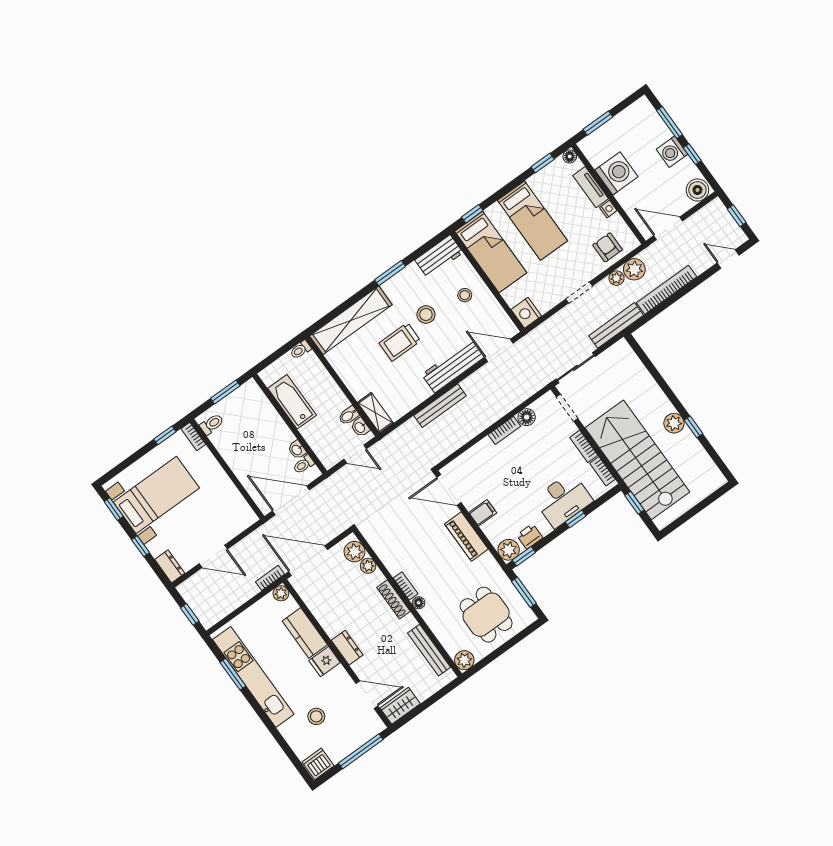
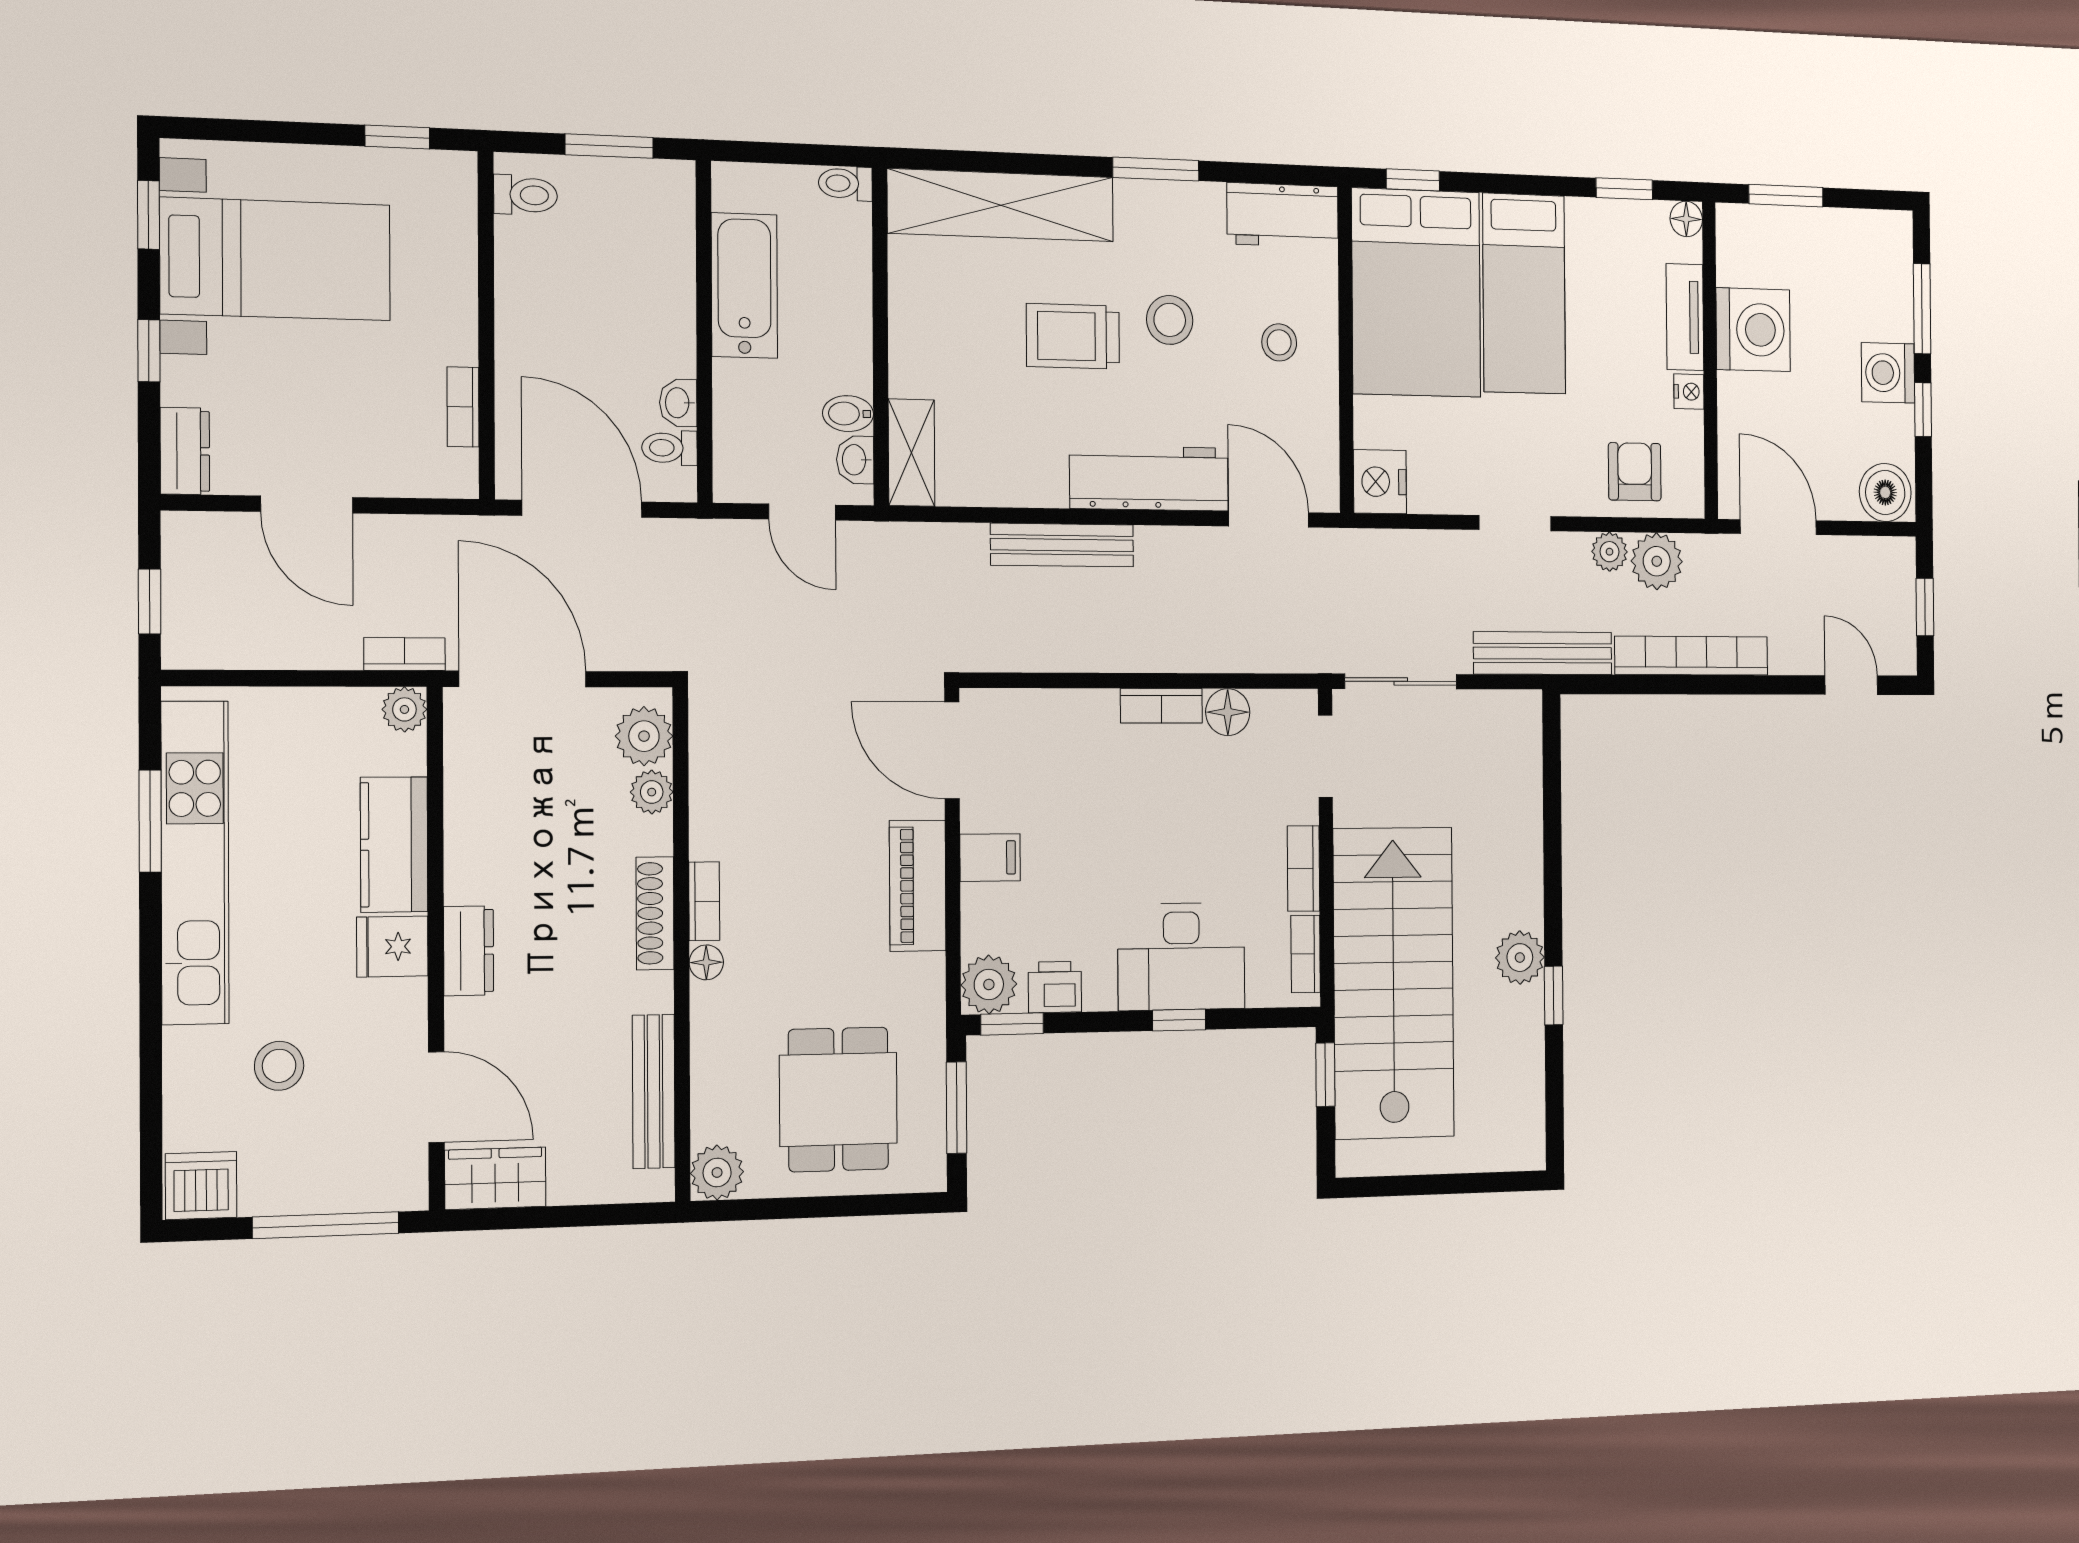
bed: (491, 252) -> (1416, 293), width x1.50
bookcase: (193, 436) -> (463, 407), moved

